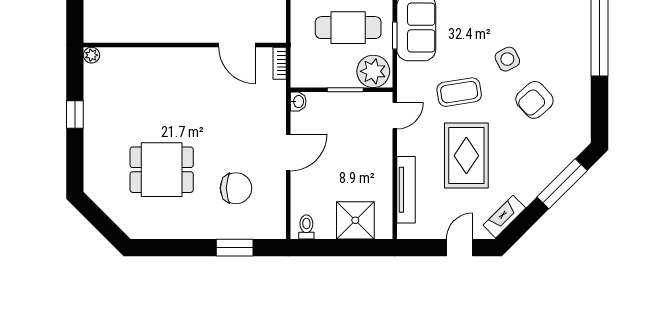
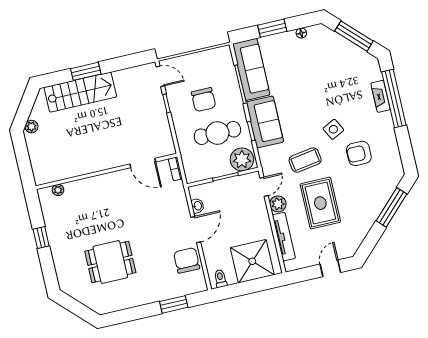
plant: (91, 55) -> (58, 190), moved
armchair: (534, 100) -> (359, 153), turned 42
washbasin: (298, 102) -> (198, 206), moved
plant: (408, 143) -> (278, 204), added
chair: (236, 188) -> (187, 260), moved, turned -90
fireplace: (504, 217) -> (380, 96), moved, turned -45
shower: (355, 220) -> (252, 261), width x1.37, depth x1.37

